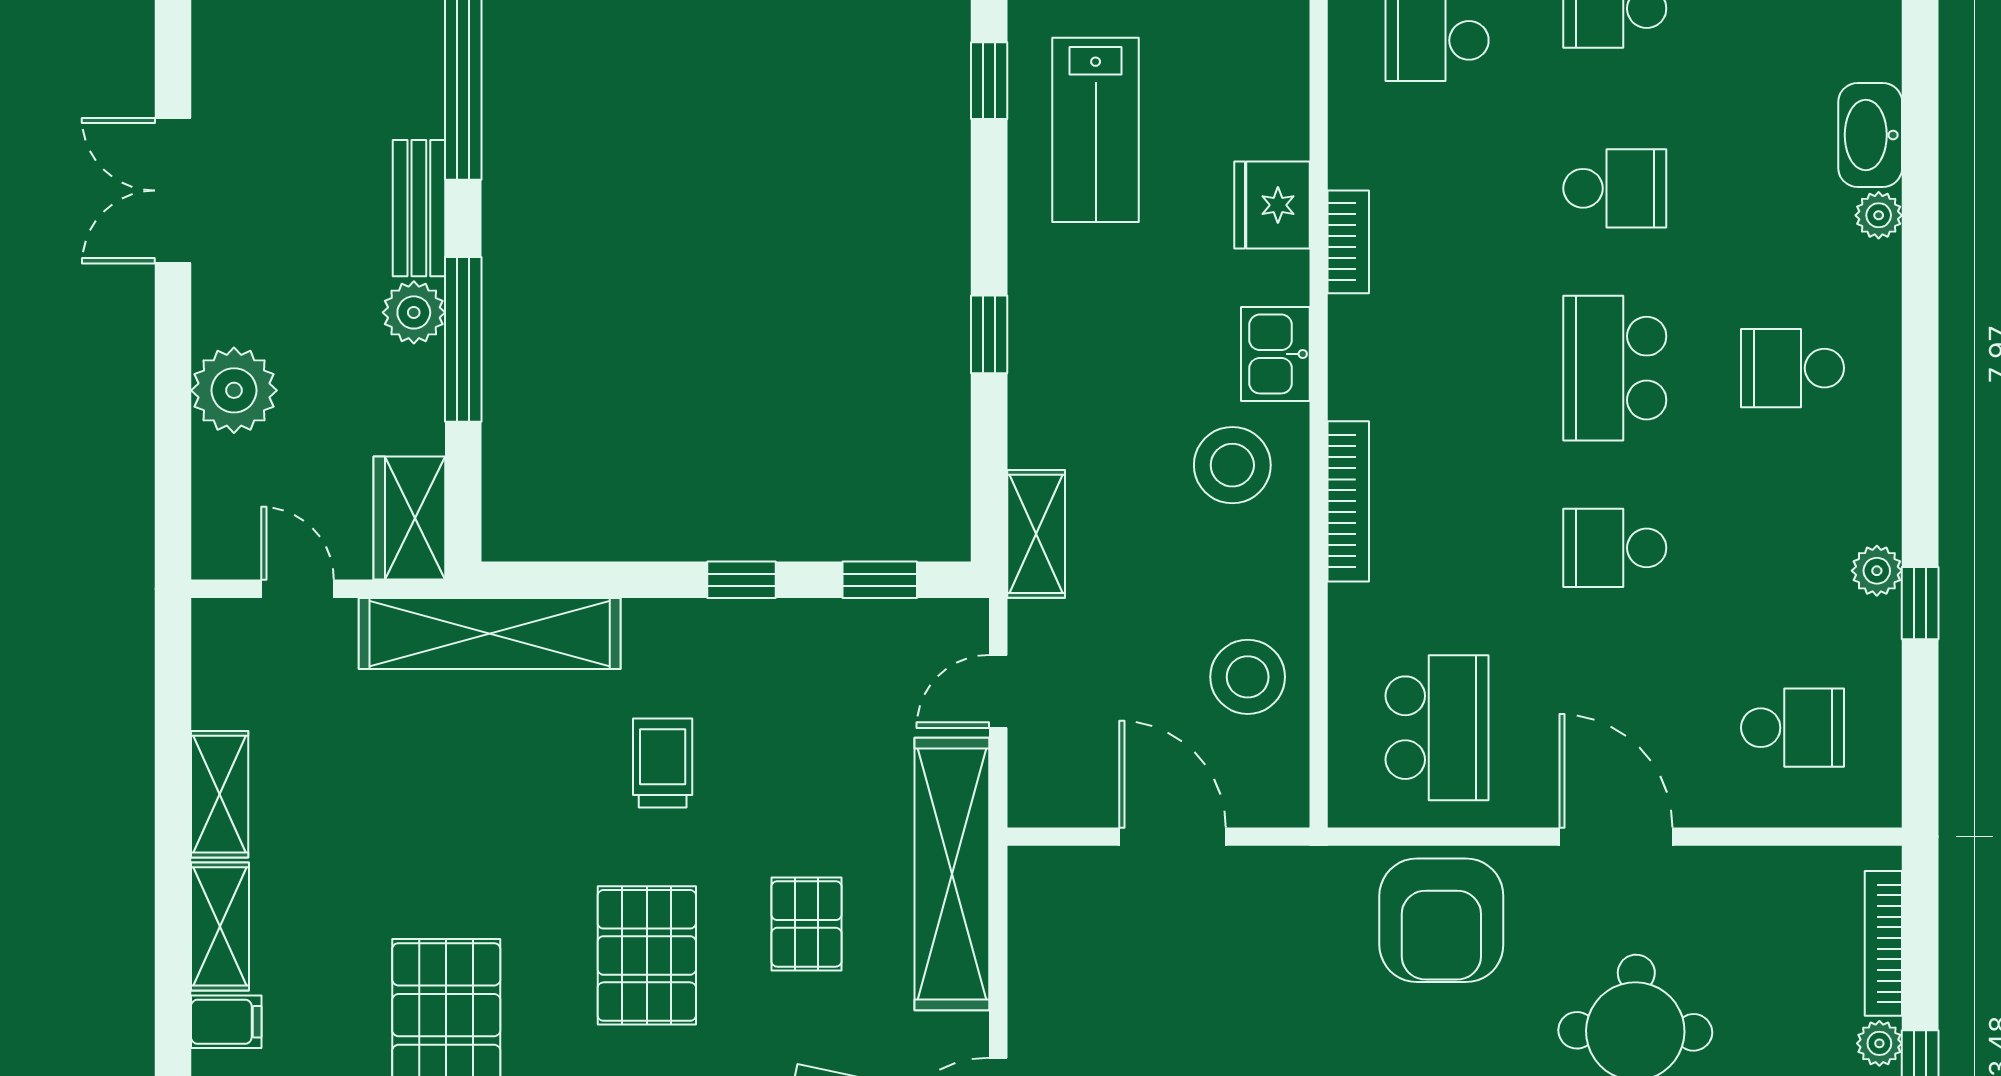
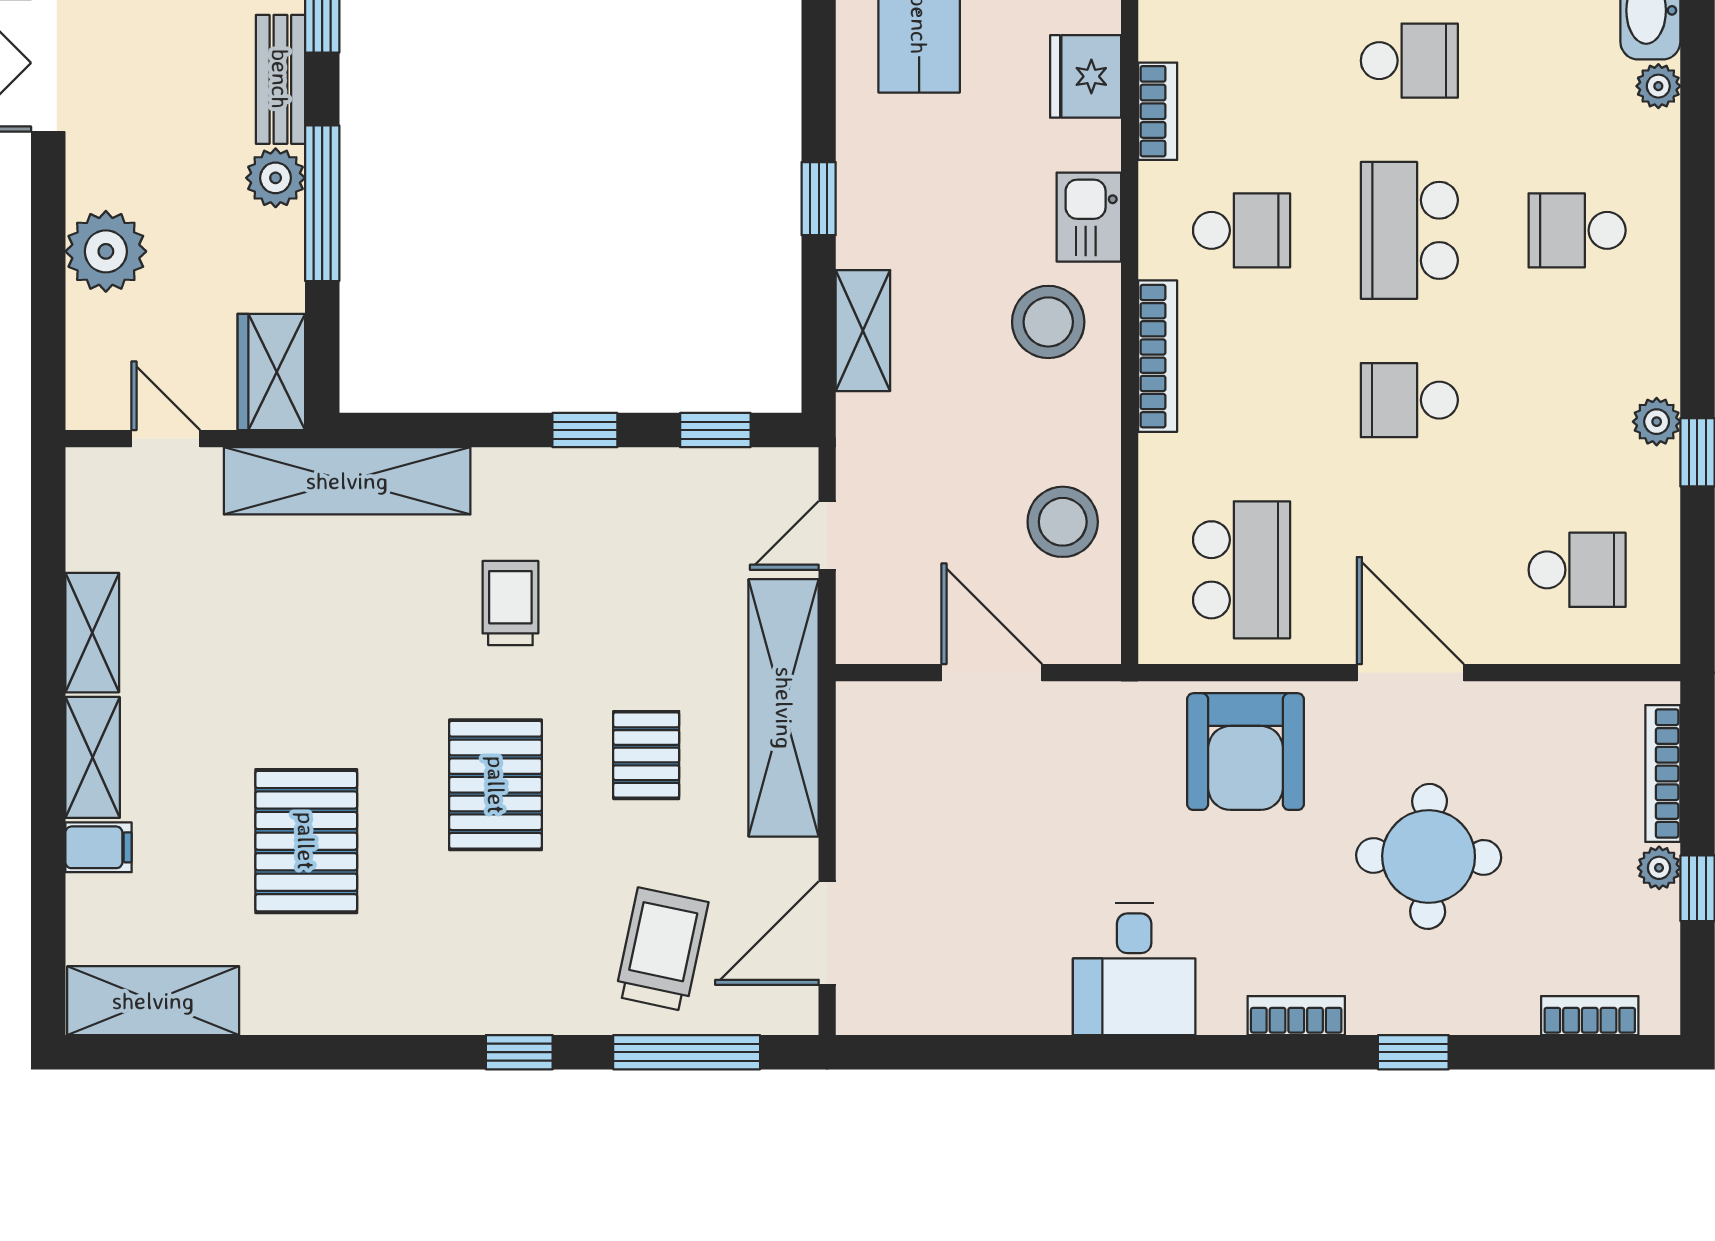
school desk: (1437, 368) -> (1242, 230), added
shelving: (1036, 534) -> (863, 331), moved

